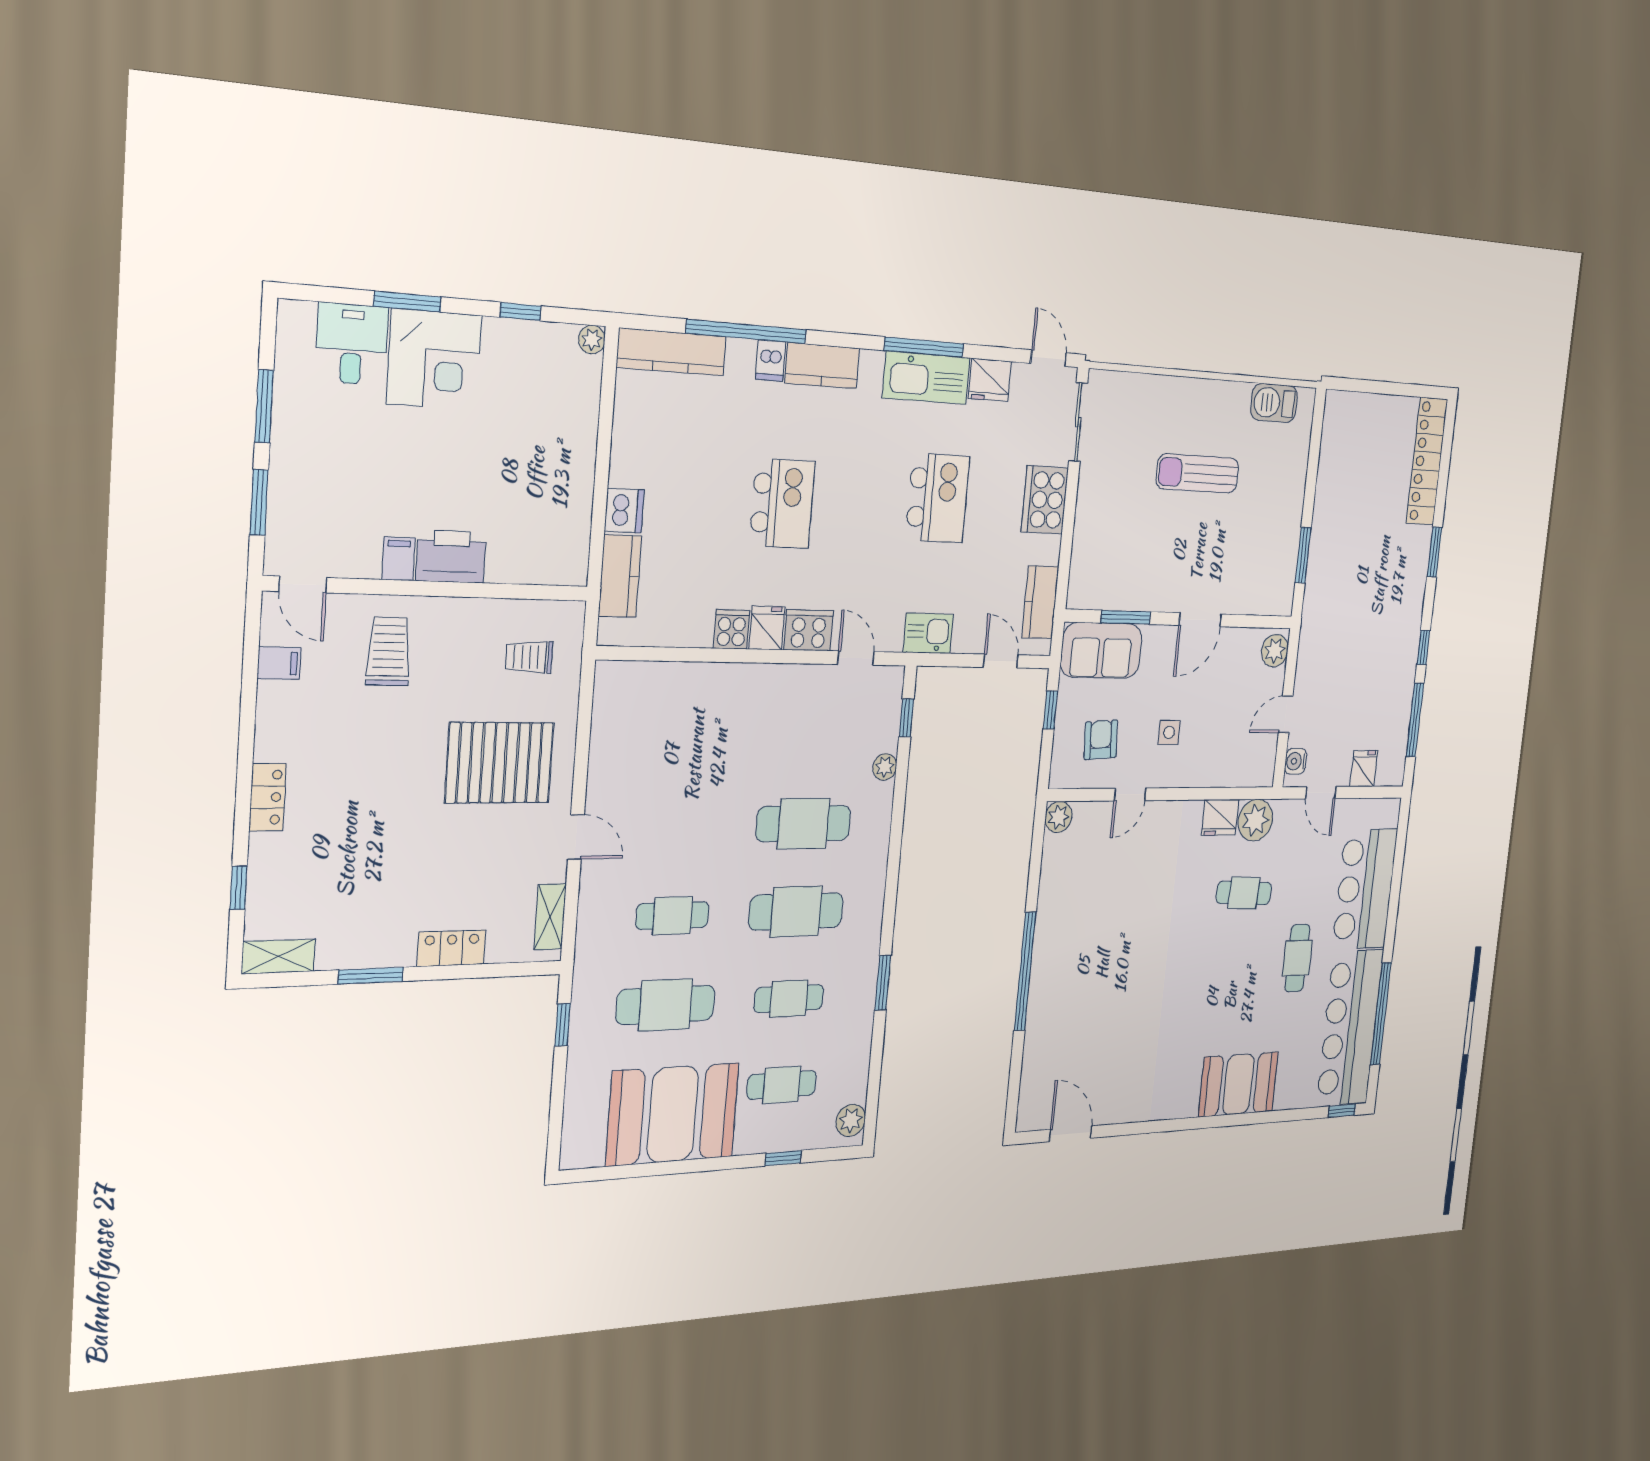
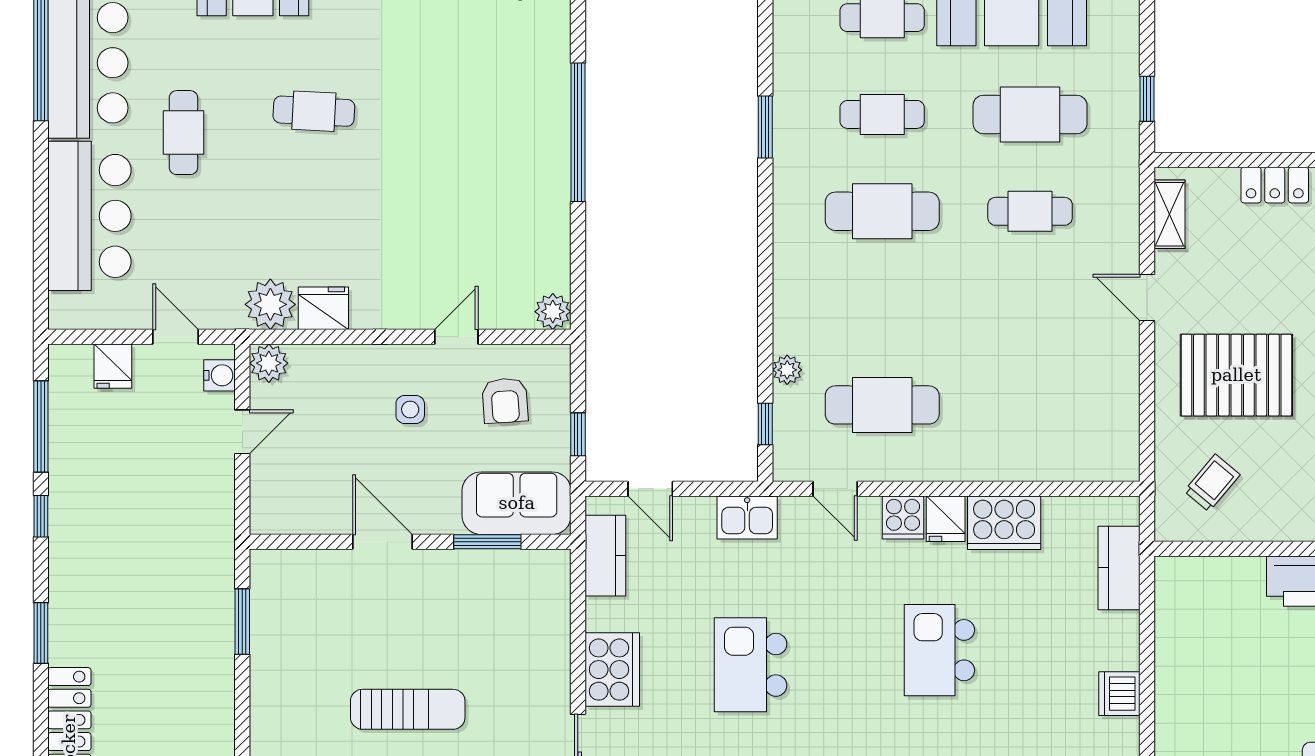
dishwasher: (624, 511) -> (1119, 694), moved
door: (1200, 620) -> (382, 542), hinge flipped
cooker: (732, 629) -> (1004, 523), width x1.87, depth x1.31
cooker: (809, 630) -> (903, 517), width x0.73
plant: (1275, 651) -> (269, 363), moved
trolley: (529, 657) -> (1212, 483), turned -50
cafe table: (803, 824) -> (882, 405), moved
cafe table: (1244, 893) -> (314, 111), moved

